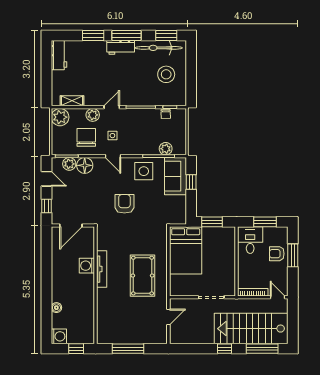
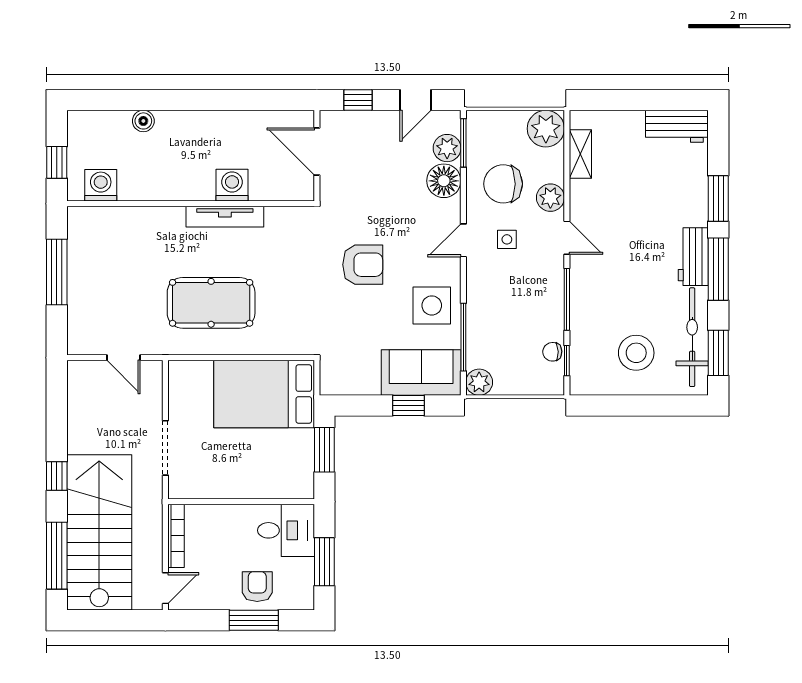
chair: (86, 137) -> (503, 184), turned 180
plant: (166, 149) -> (479, 382), moved
washing machine: (59, 336) -> (101, 185), moved, turned 180

